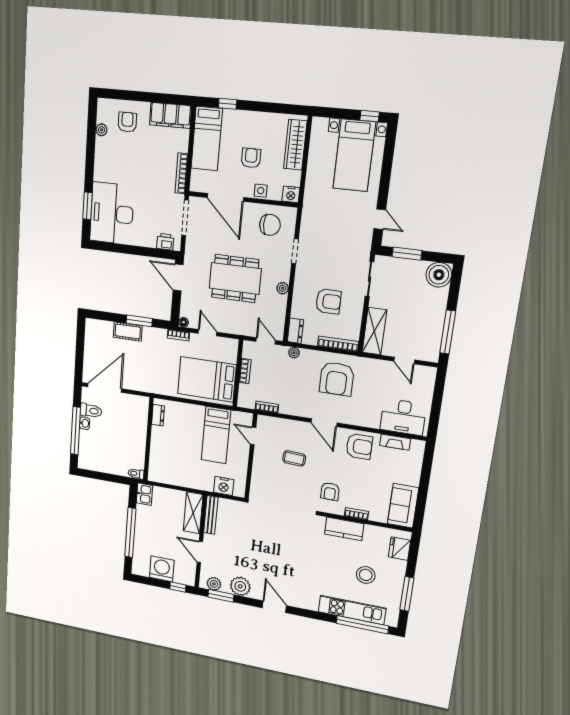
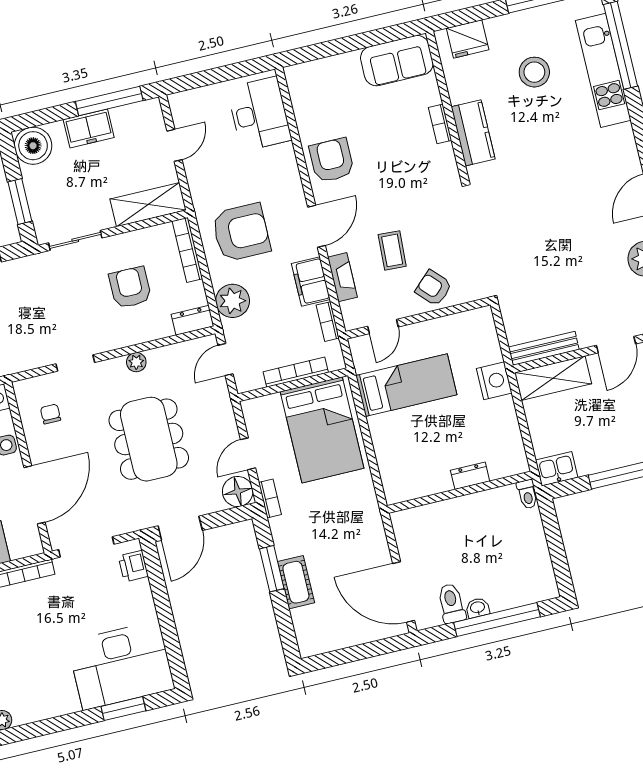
chair: (270, 225) -> (50, 414), width x0.54, depth x0.54
freezer: (436, 313) -> (89, 128), added
floor lamp: (184, 322) -> (238, 492), width x1.89, depth x1.89
plant: (294, 353) -> (233, 301), width x1.88, depth x1.88
bookcase: (245, 371) -> (296, 372), width x1.56
filing cabinet: (293, 407) -> (311, 282), added
dresser: (158, 415) -> (470, 476), moved
fireplace: (395, 442) -> (342, 277), moved
nightstand: (224, 486) -> (494, 381), moved
armchair: (330, 491) -> (434, 288), moved, turned -134

